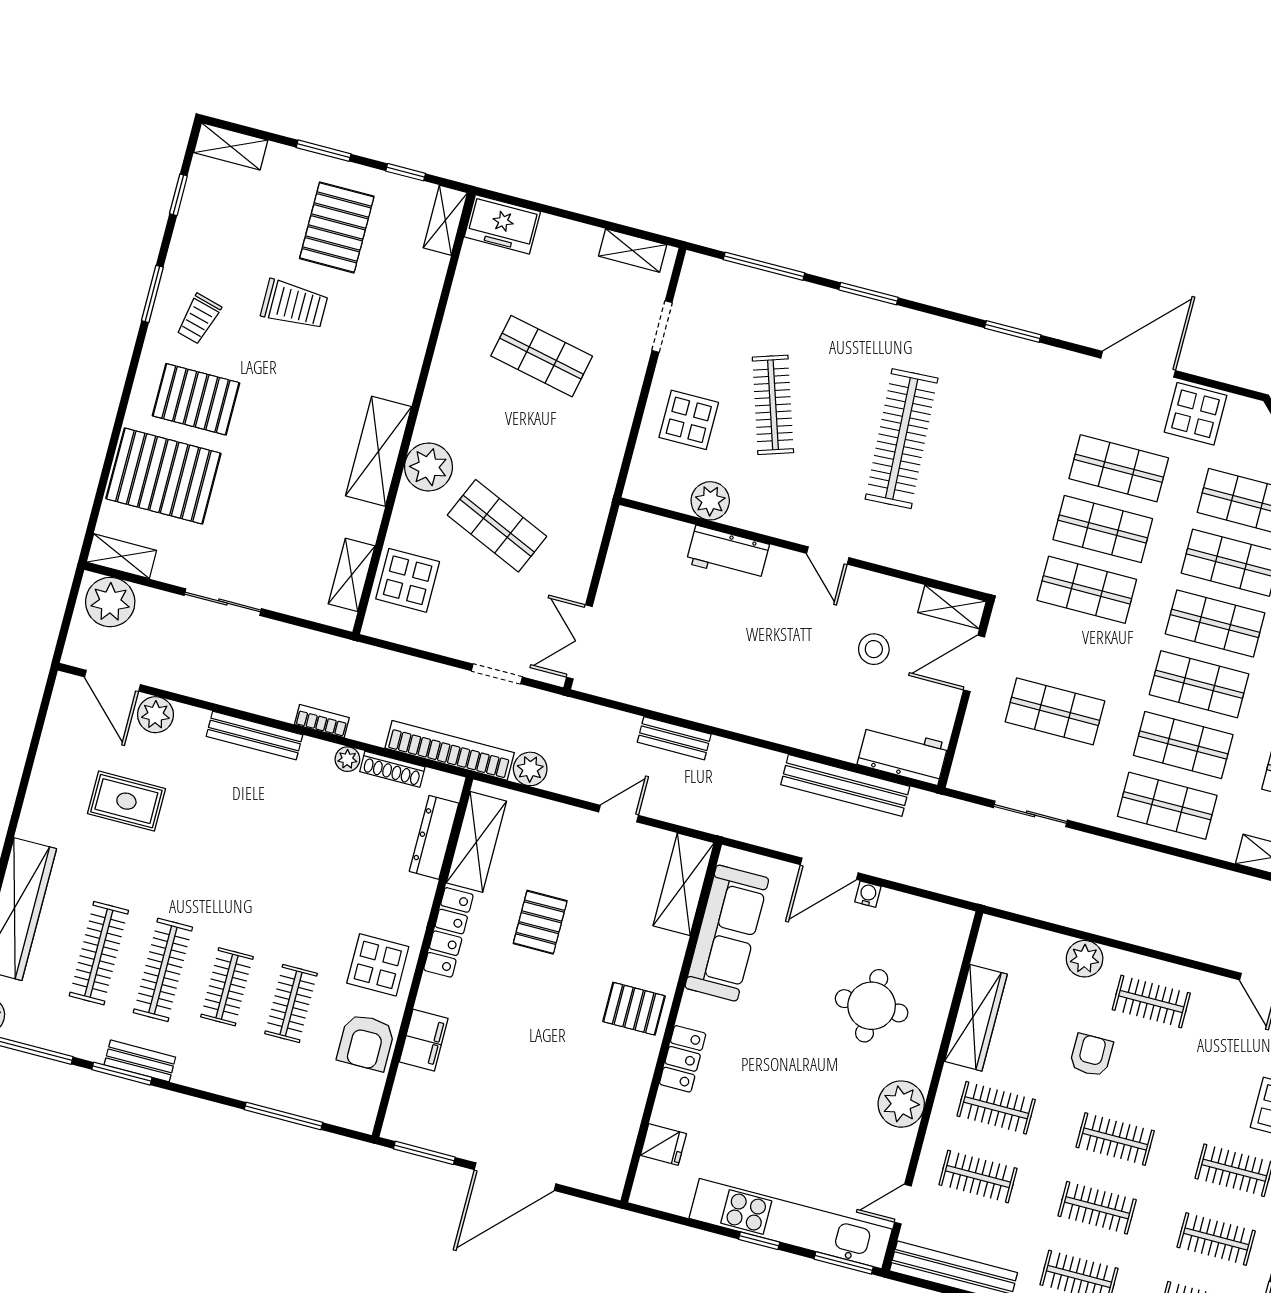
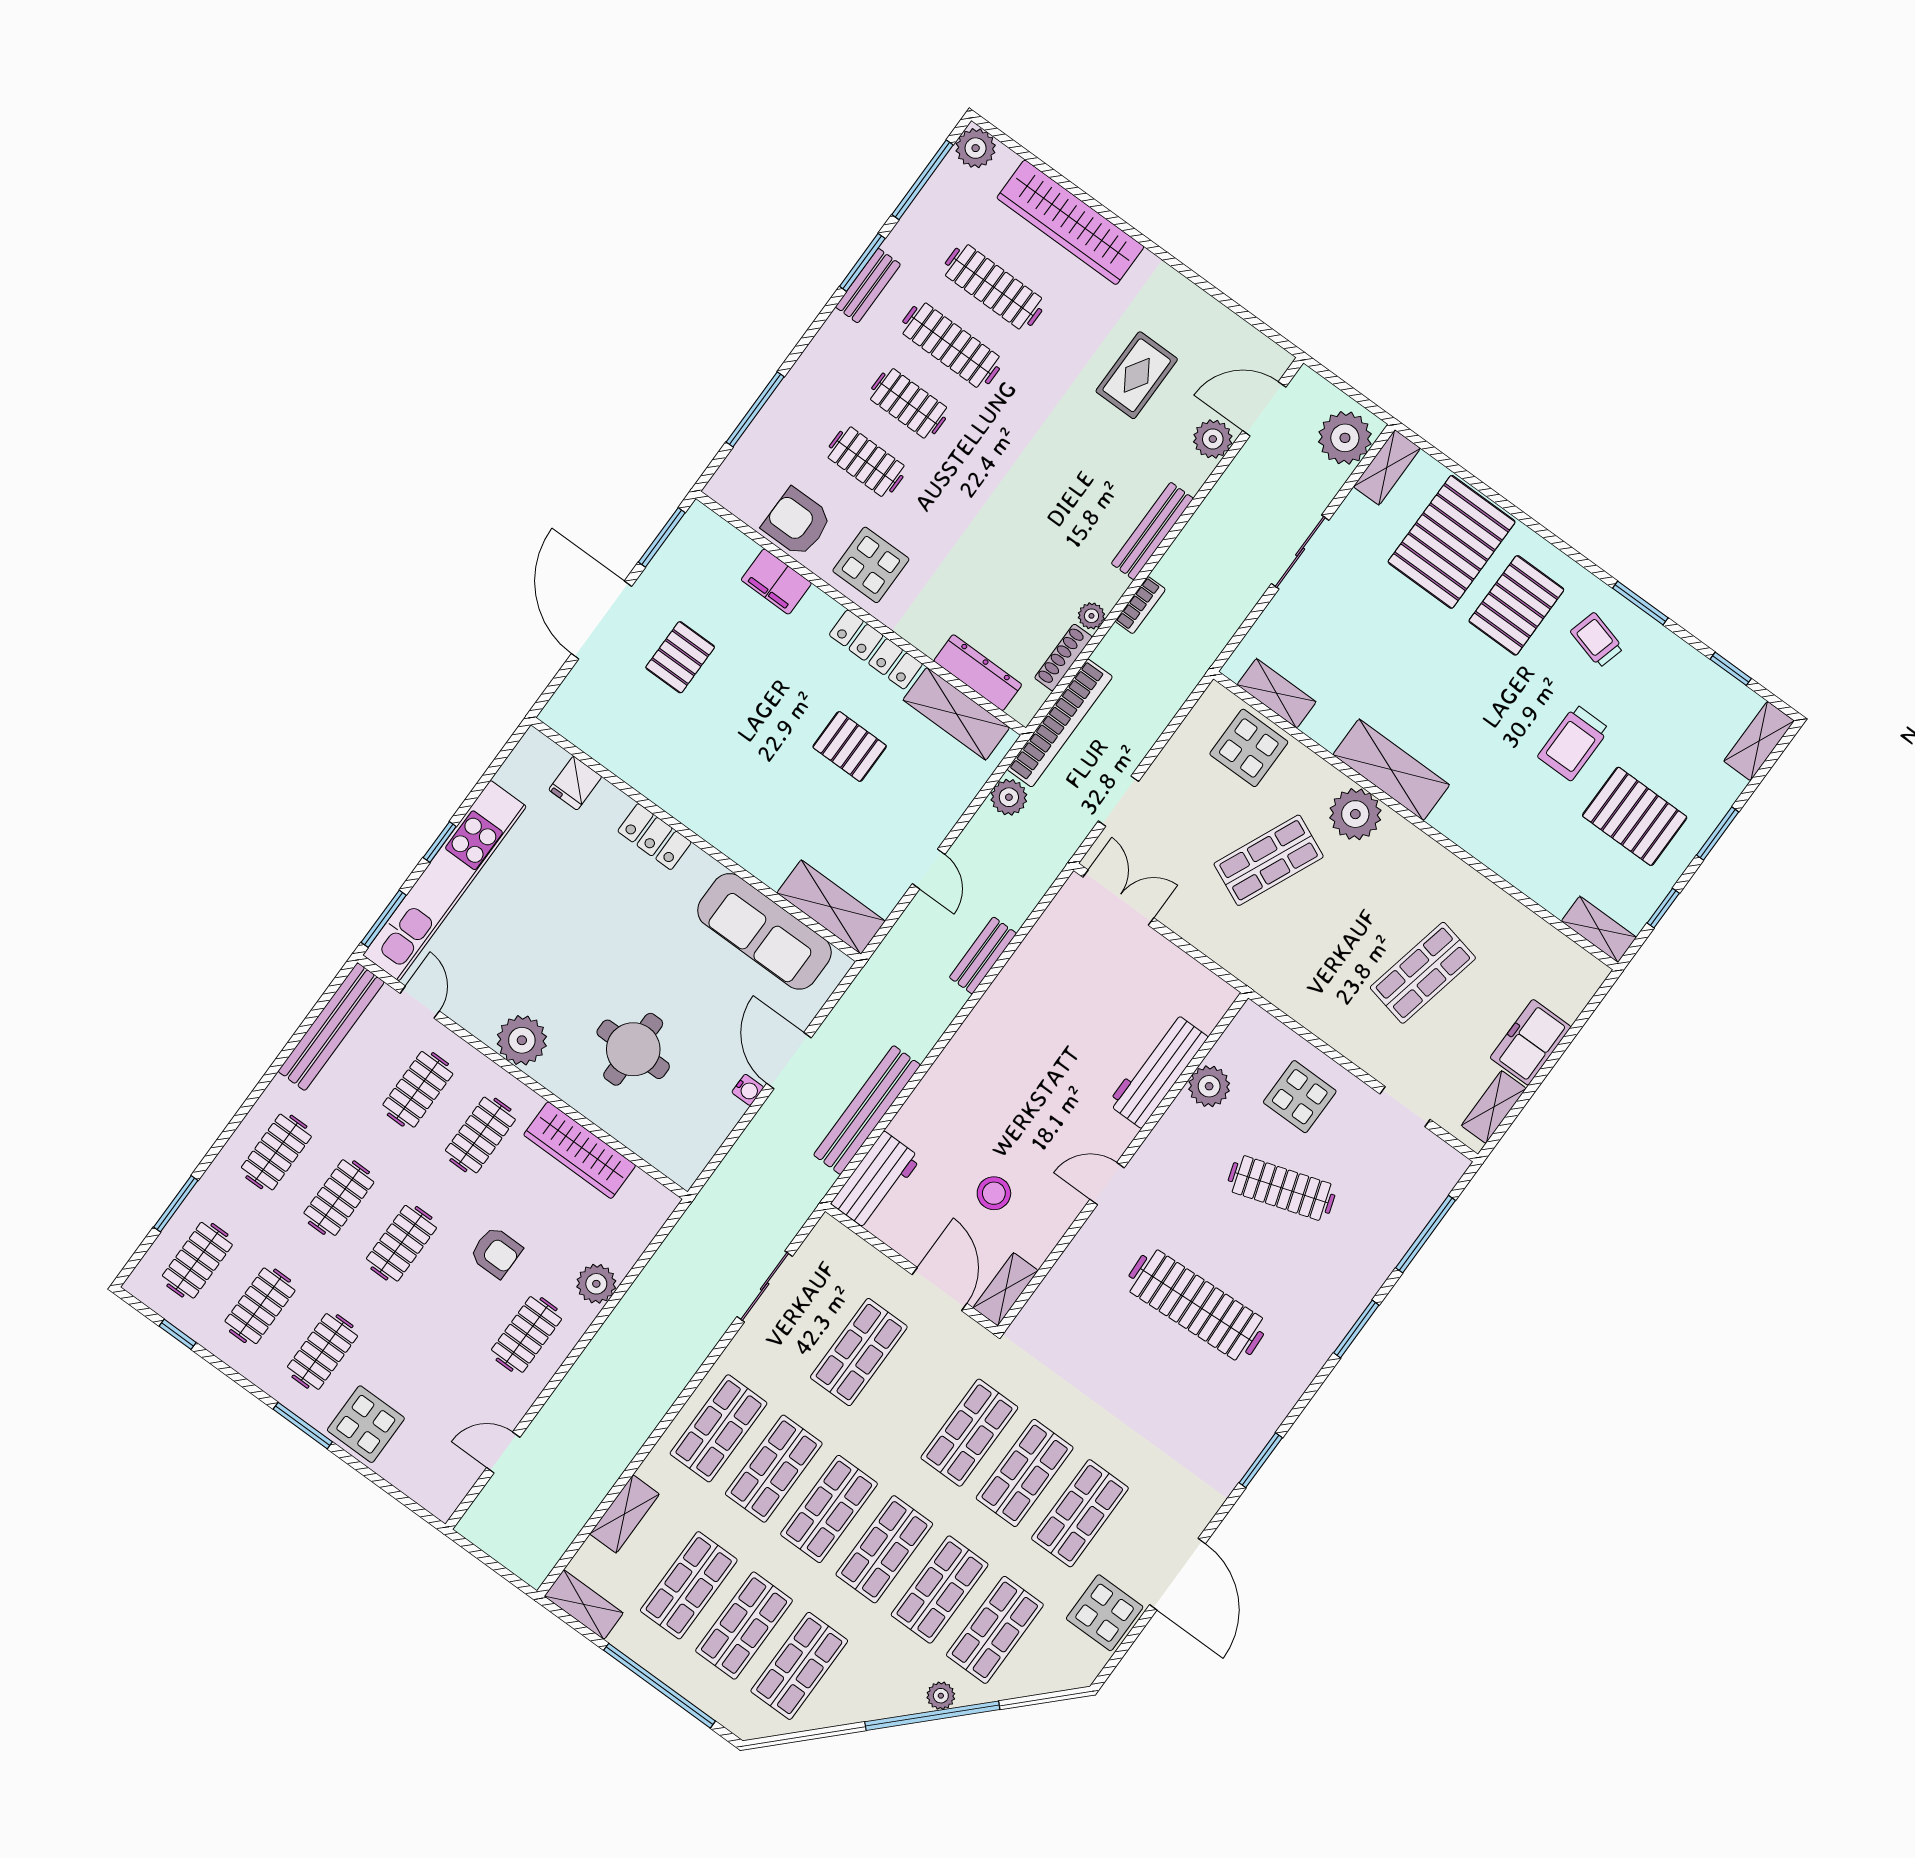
freezer: (502, 224) -> (1531, 1042), moved
workbench: (728, 554) -> (1158, 1070), width x1.38
pallet: (634, 1009) -> (680, 657), moved

